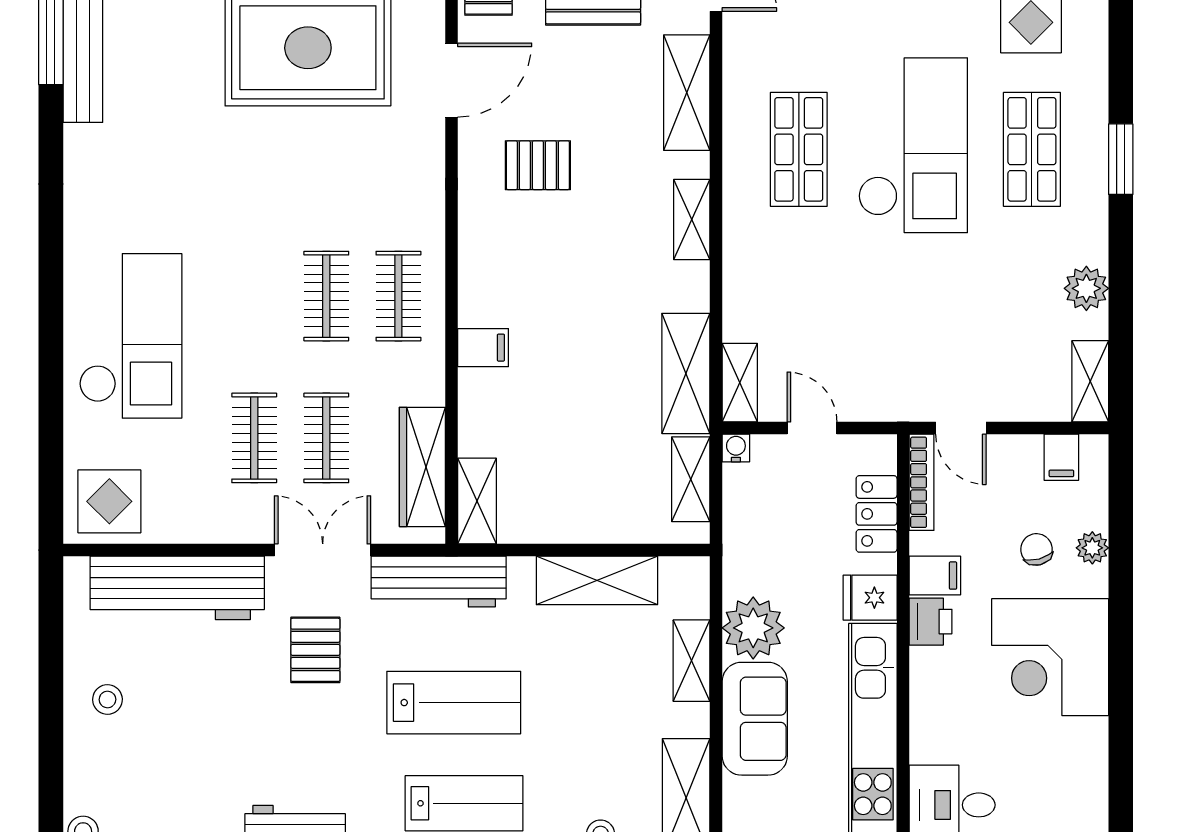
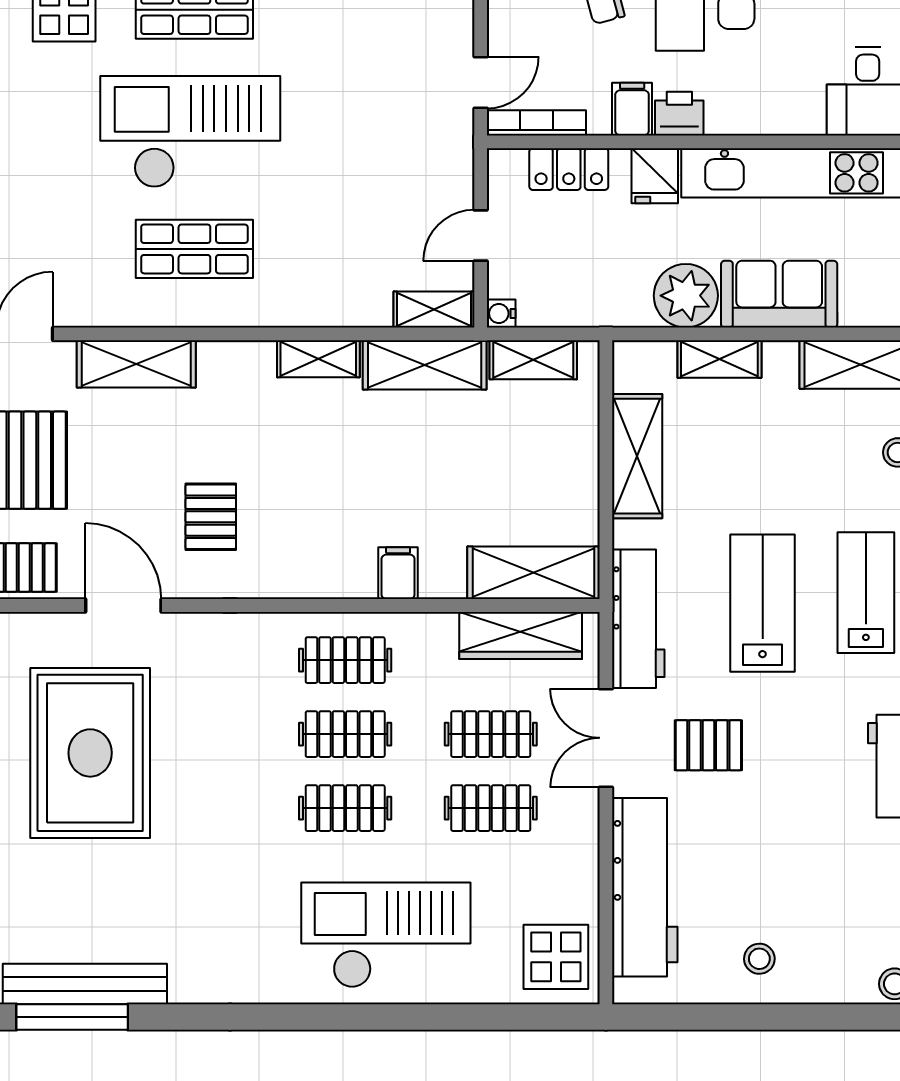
shelving: (692, 220) -> (318, 359), moved
clothes rail: (254, 296) -> (345, 808), added
shelving: (477, 501) -> (534, 573), width x1.50, depth x1.33

